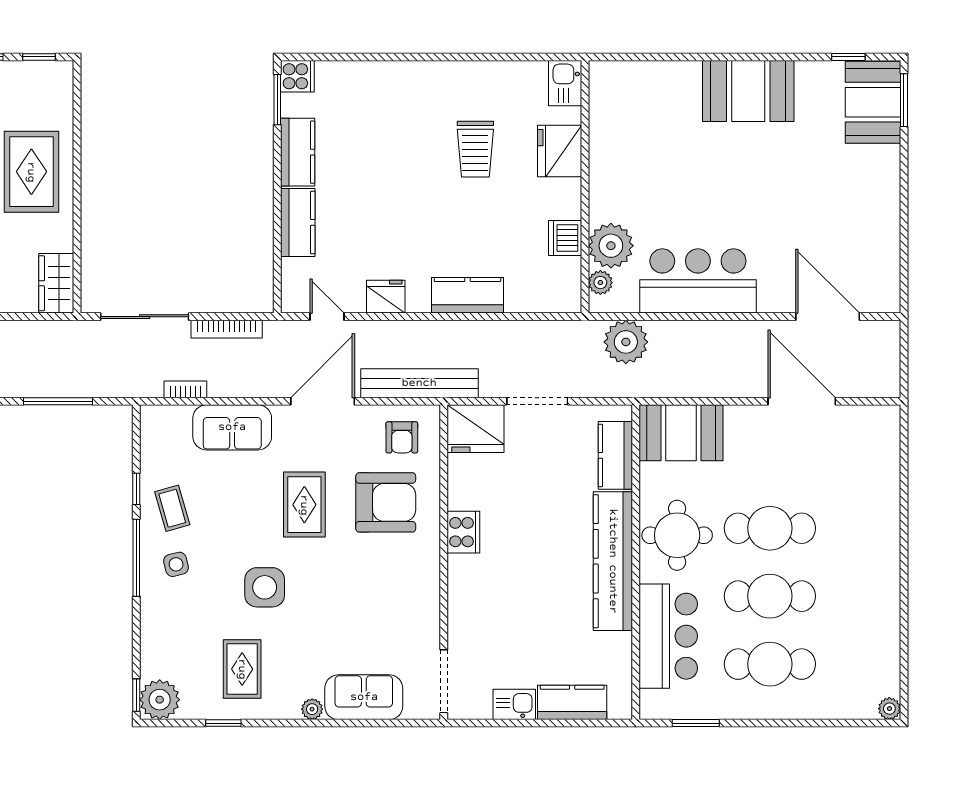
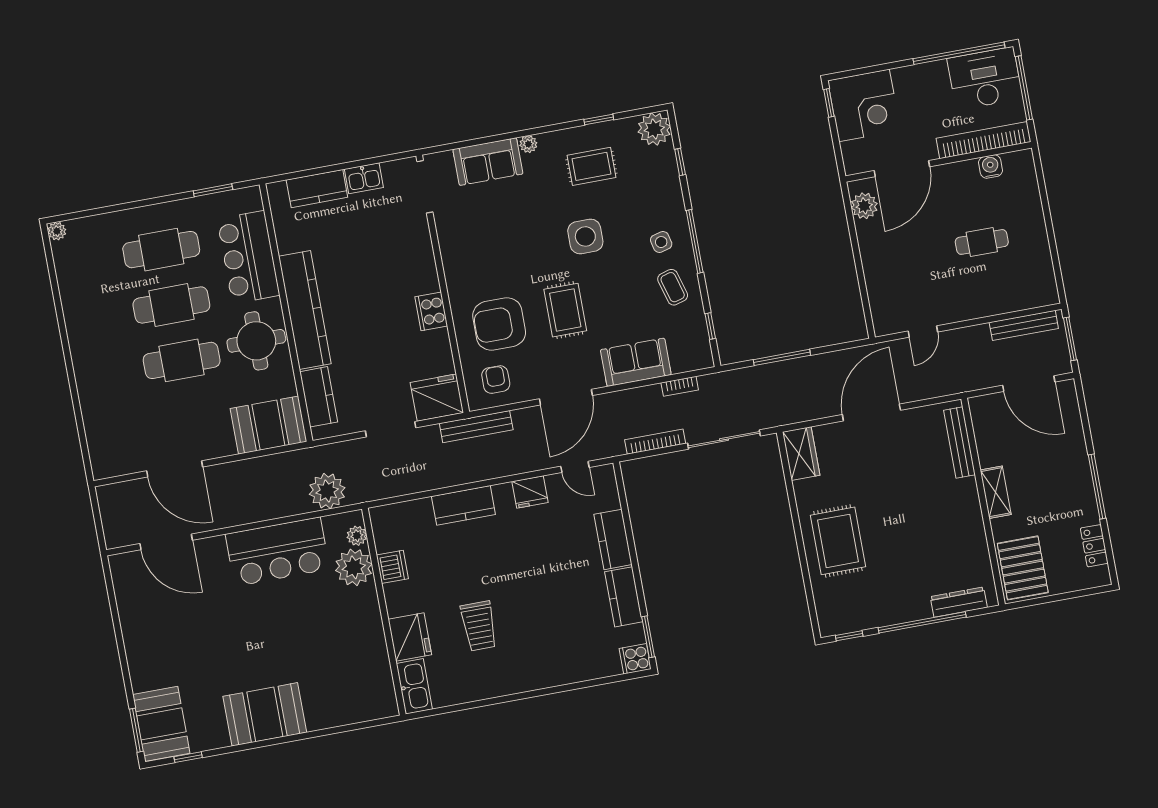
kitchen sink: (565, 83) -> (414, 686), width x1.38
trolley: (475, 149) -> (479, 626), turned 180
bench: (419, 383) -> (476, 427), width x0.73, depth x0.82
window: (136, 489) -> (710, 326), moved
rug: (242, 669) -> (591, 166), turned 90
window: (136, 695) -> (680, 162), moved

